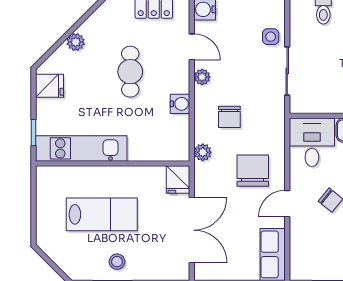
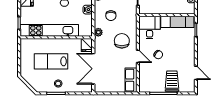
kitchen unit: (81, 148) -> (49, 30), width x1.36
door: (287, 204) -> (138, 56), swing flipped
lab bench: (102, 214) -> (51, 61), turned 180
double door: (192, 230) -> (93, 69), swing flipped

